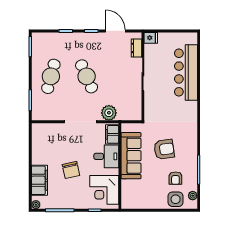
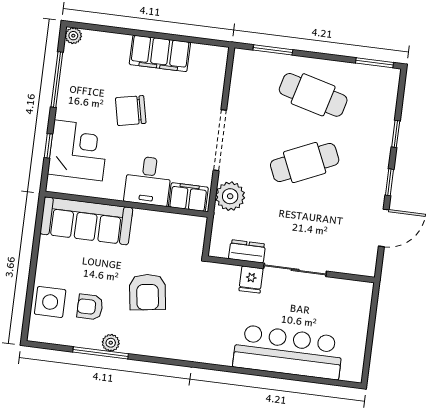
fridge: (151, 38) -> (251, 280), moved
dresser: (136, 48) -> (247, 251), moved
sofa: (131, 156) -> (86, 221), moved
filing cabinet: (39, 180) -> (160, 53), moved
corner desk: (104, 190) -> (78, 150), moved, turned 90
plant: (193, 196) -> (111, 343), moved

